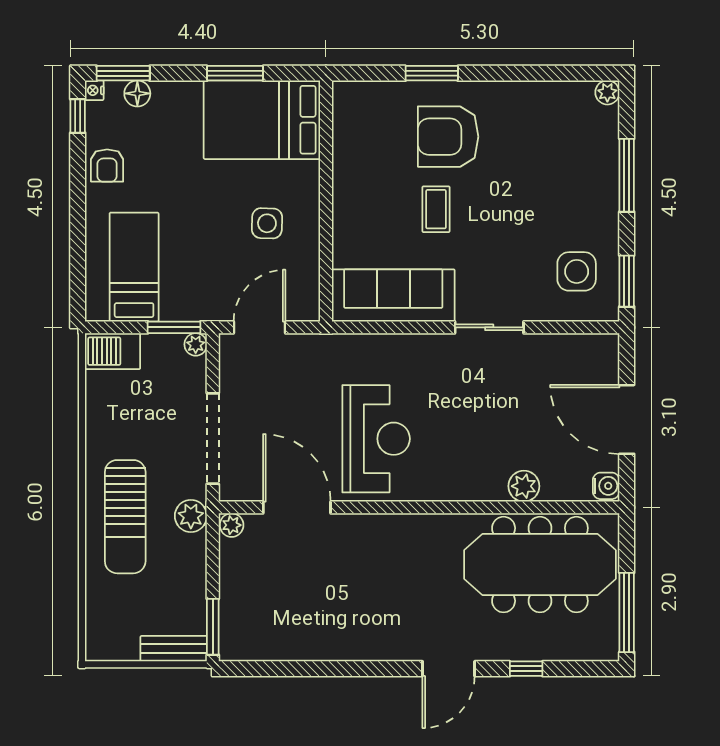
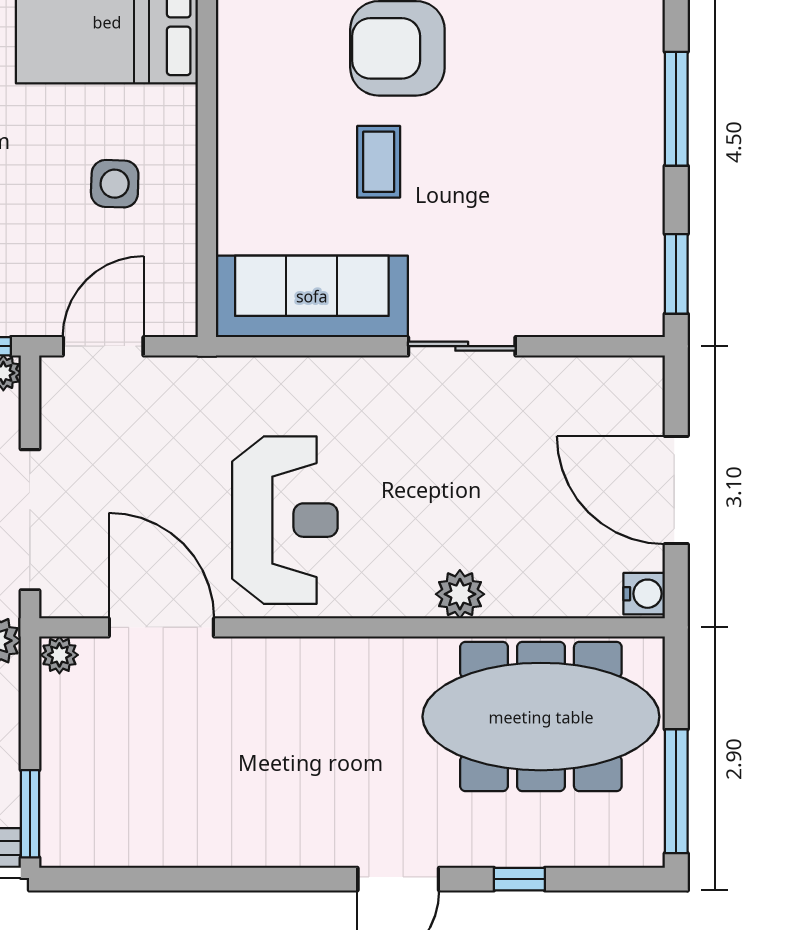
side table: (577, 271) -> (598, 259), removed
plant: (524, 486) -> (460, 594), moved

